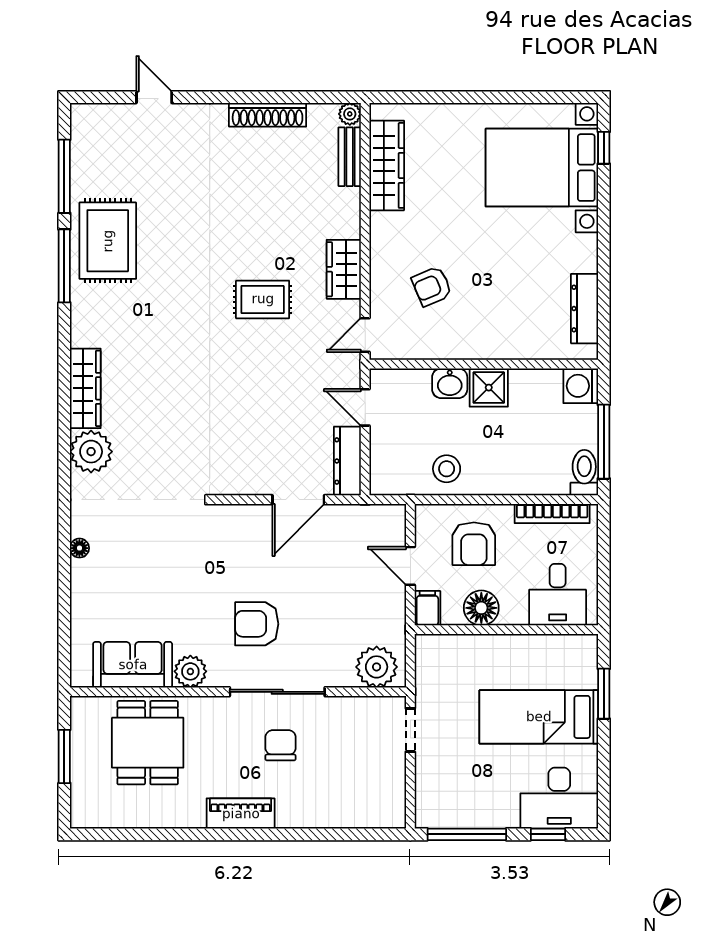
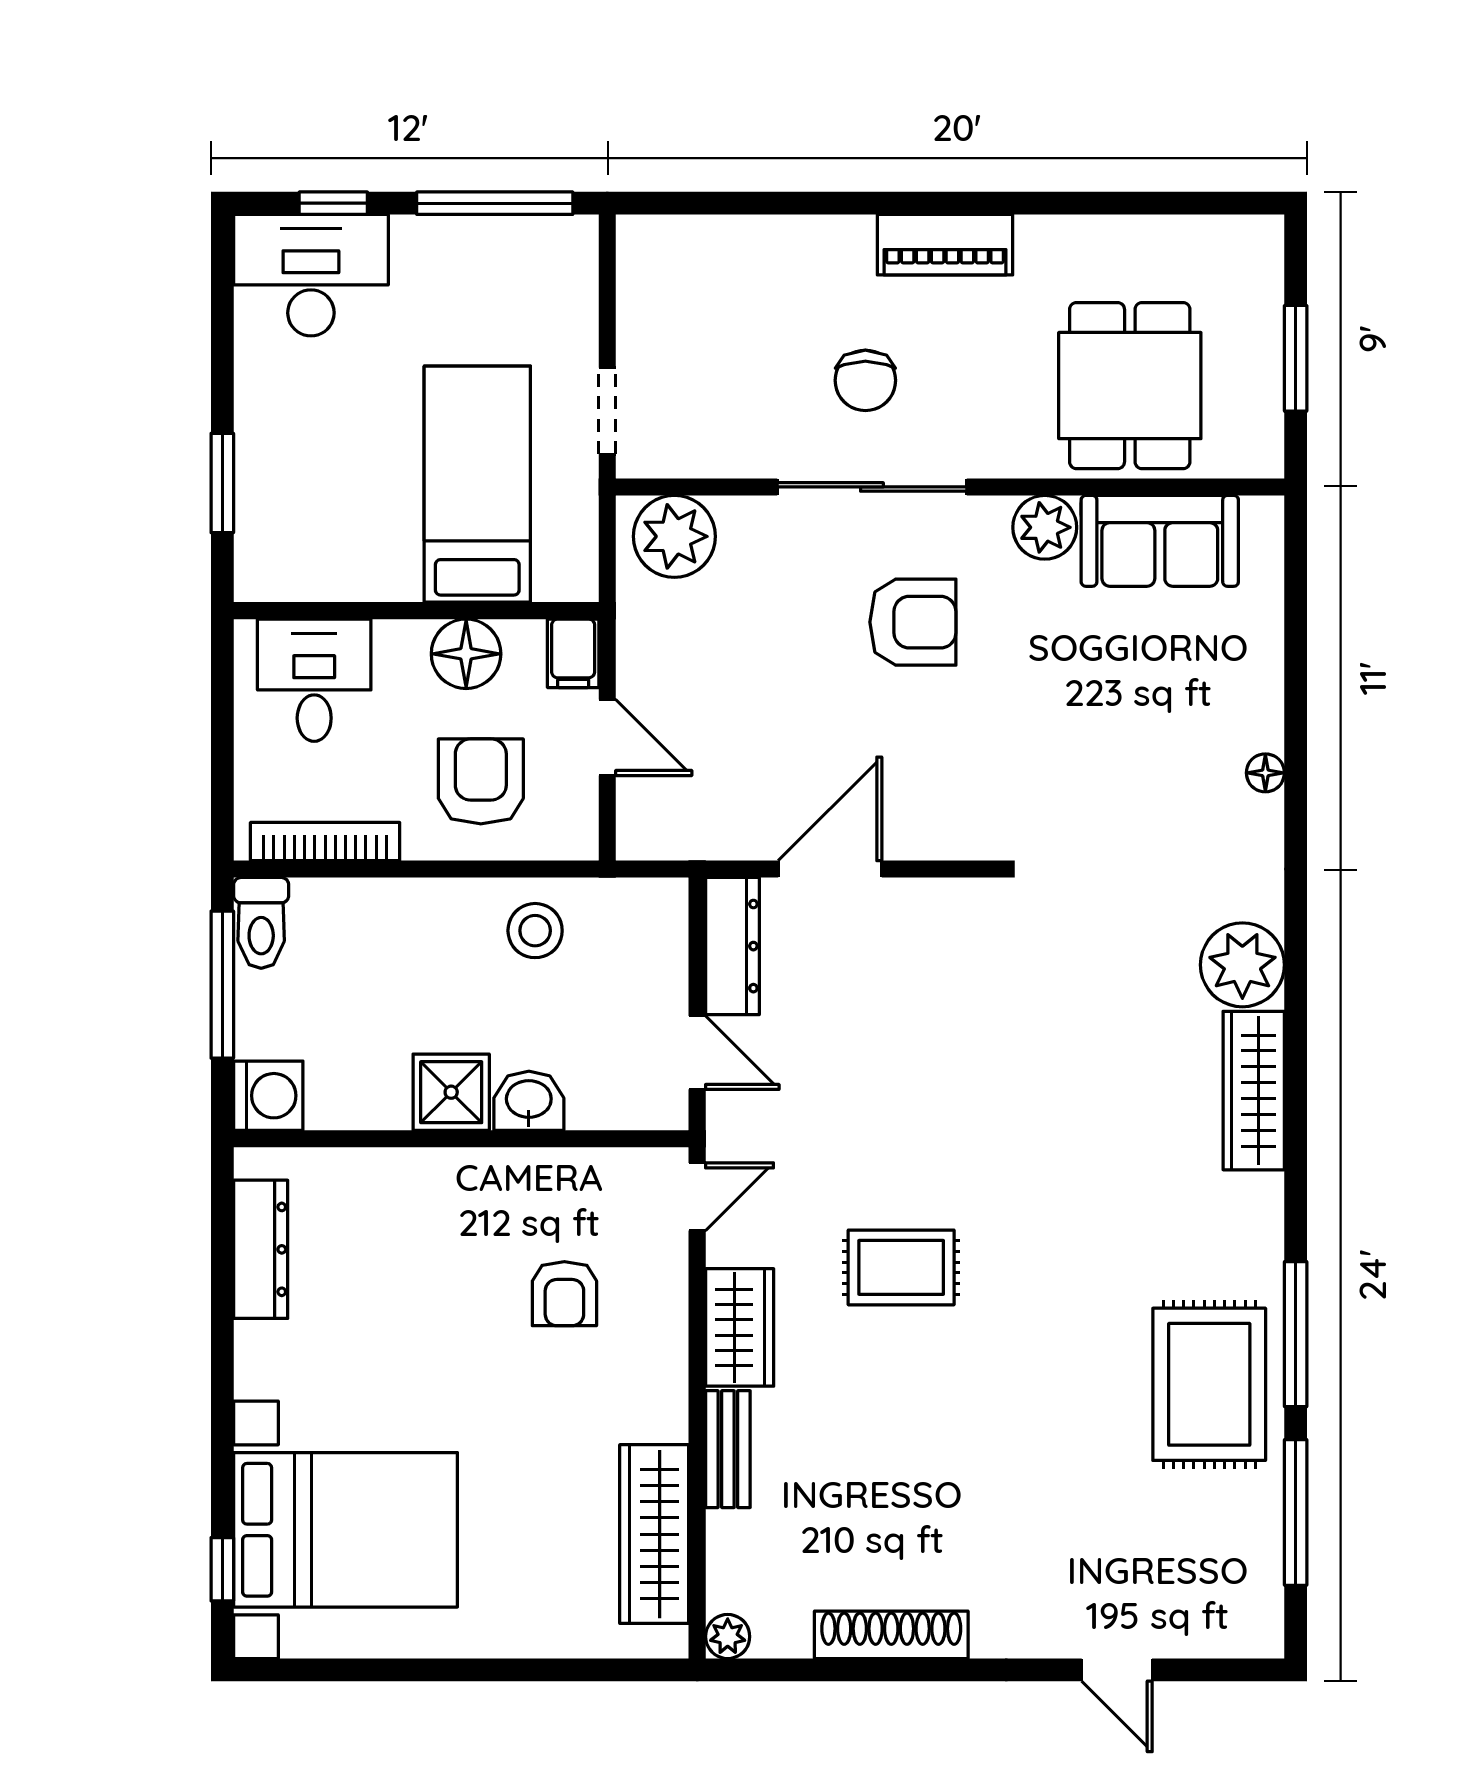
bench: (350, 157) -> (728, 1449), moved
armchair: (432, 286) -> (564, 1294), turned 113
bed: (539, 717) -> (477, 484), moved, turned -90

